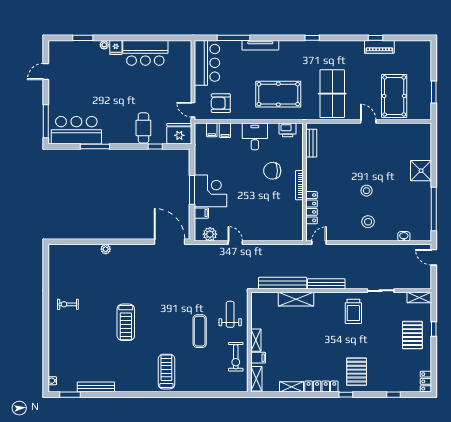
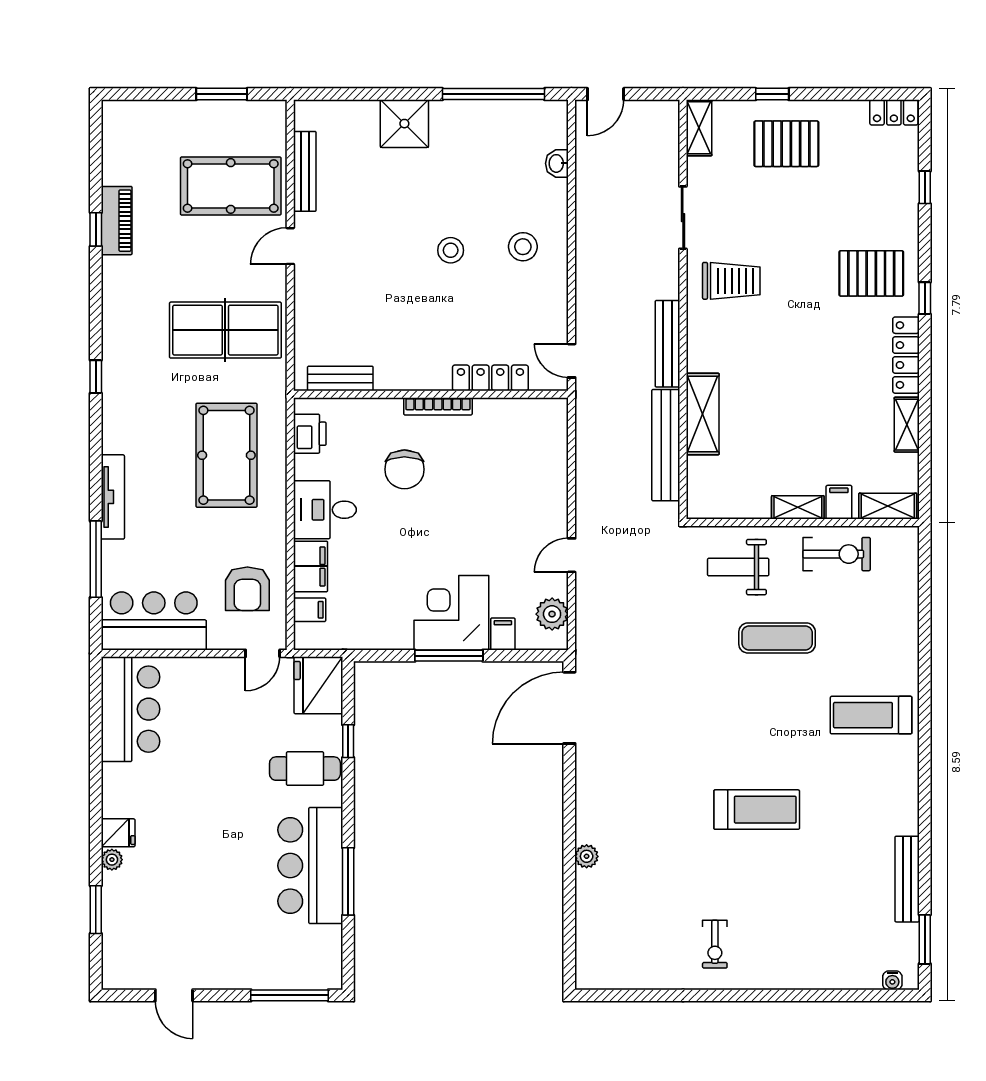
bar counter: (145, 53) -> (131, 709), moved
bench: (400, 128) -> (305, 171), added
bar counter: (76, 130) -> (310, 866), moved
filing cabinet: (225, 130) -> (311, 566), width x2.00

